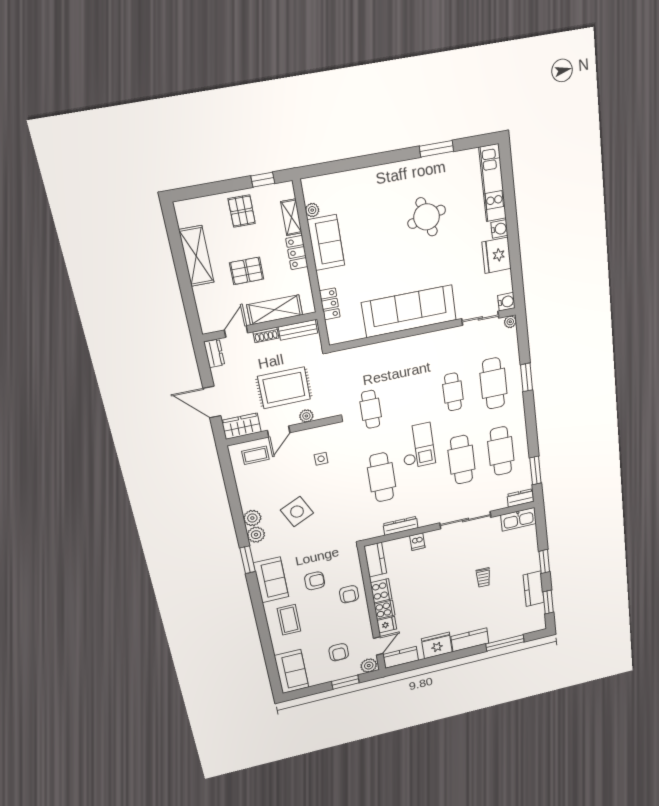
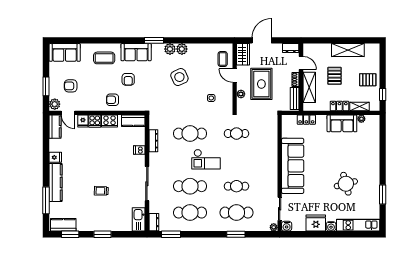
kitchen counter: (534, 589) -> (63, 225), moved
kitchen counter: (470, 640) -> (55, 182), width x1.50
fridge: (437, 645) -> (55, 157), width x0.53, depth x0.75

